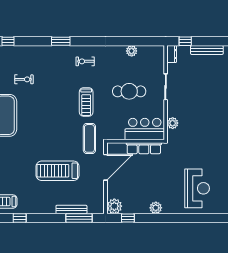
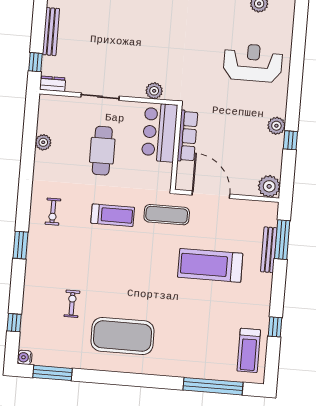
treadmill: (58, 171) -> (210, 265), turned 90
window: (128, 218) -> (290, 140), moved

